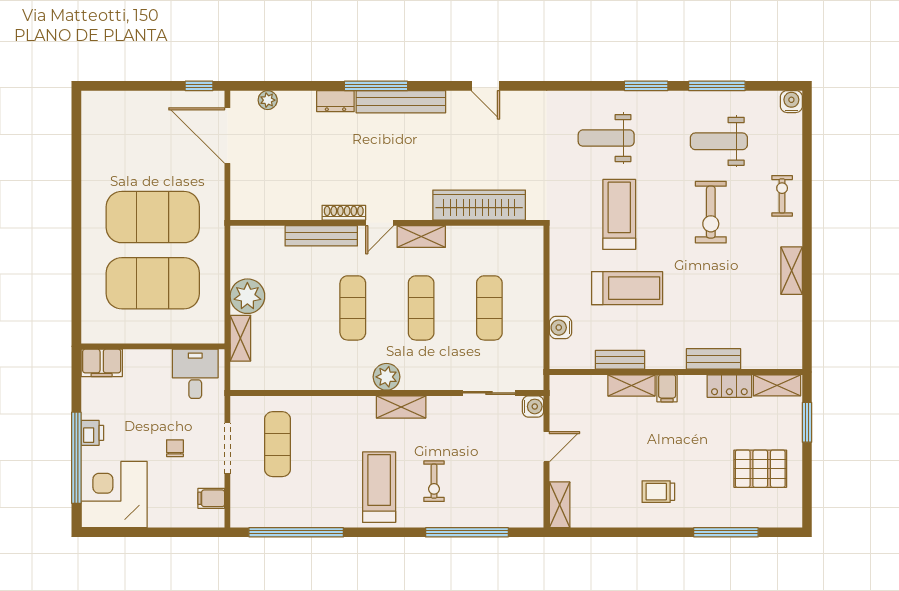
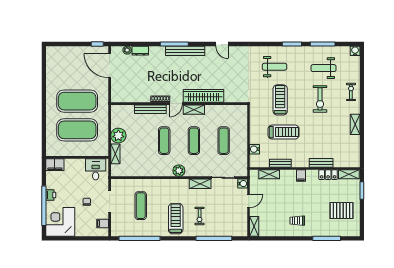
dresser: (335, 101) -> (140, 51), moved
weight bench: (606, 138) -> (274, 67), turned 180
wardrobe: (479, 205) -> (203, 96), moved
shelving: (632, 385) -> (269, 174), moved
shelving: (401, 407) -> (200, 184), moved
exercise mat: (277, 444) -> (141, 206), moved

